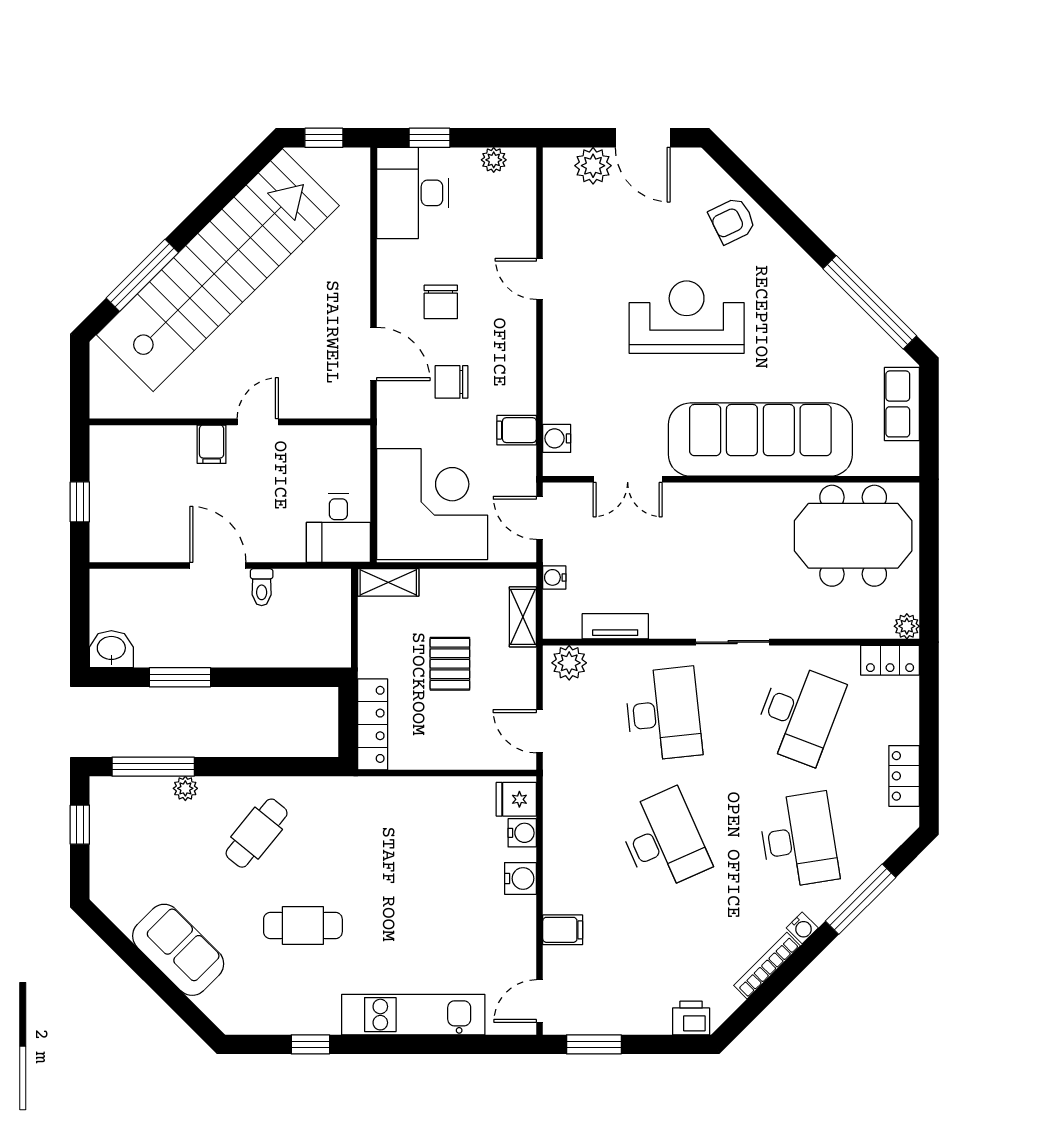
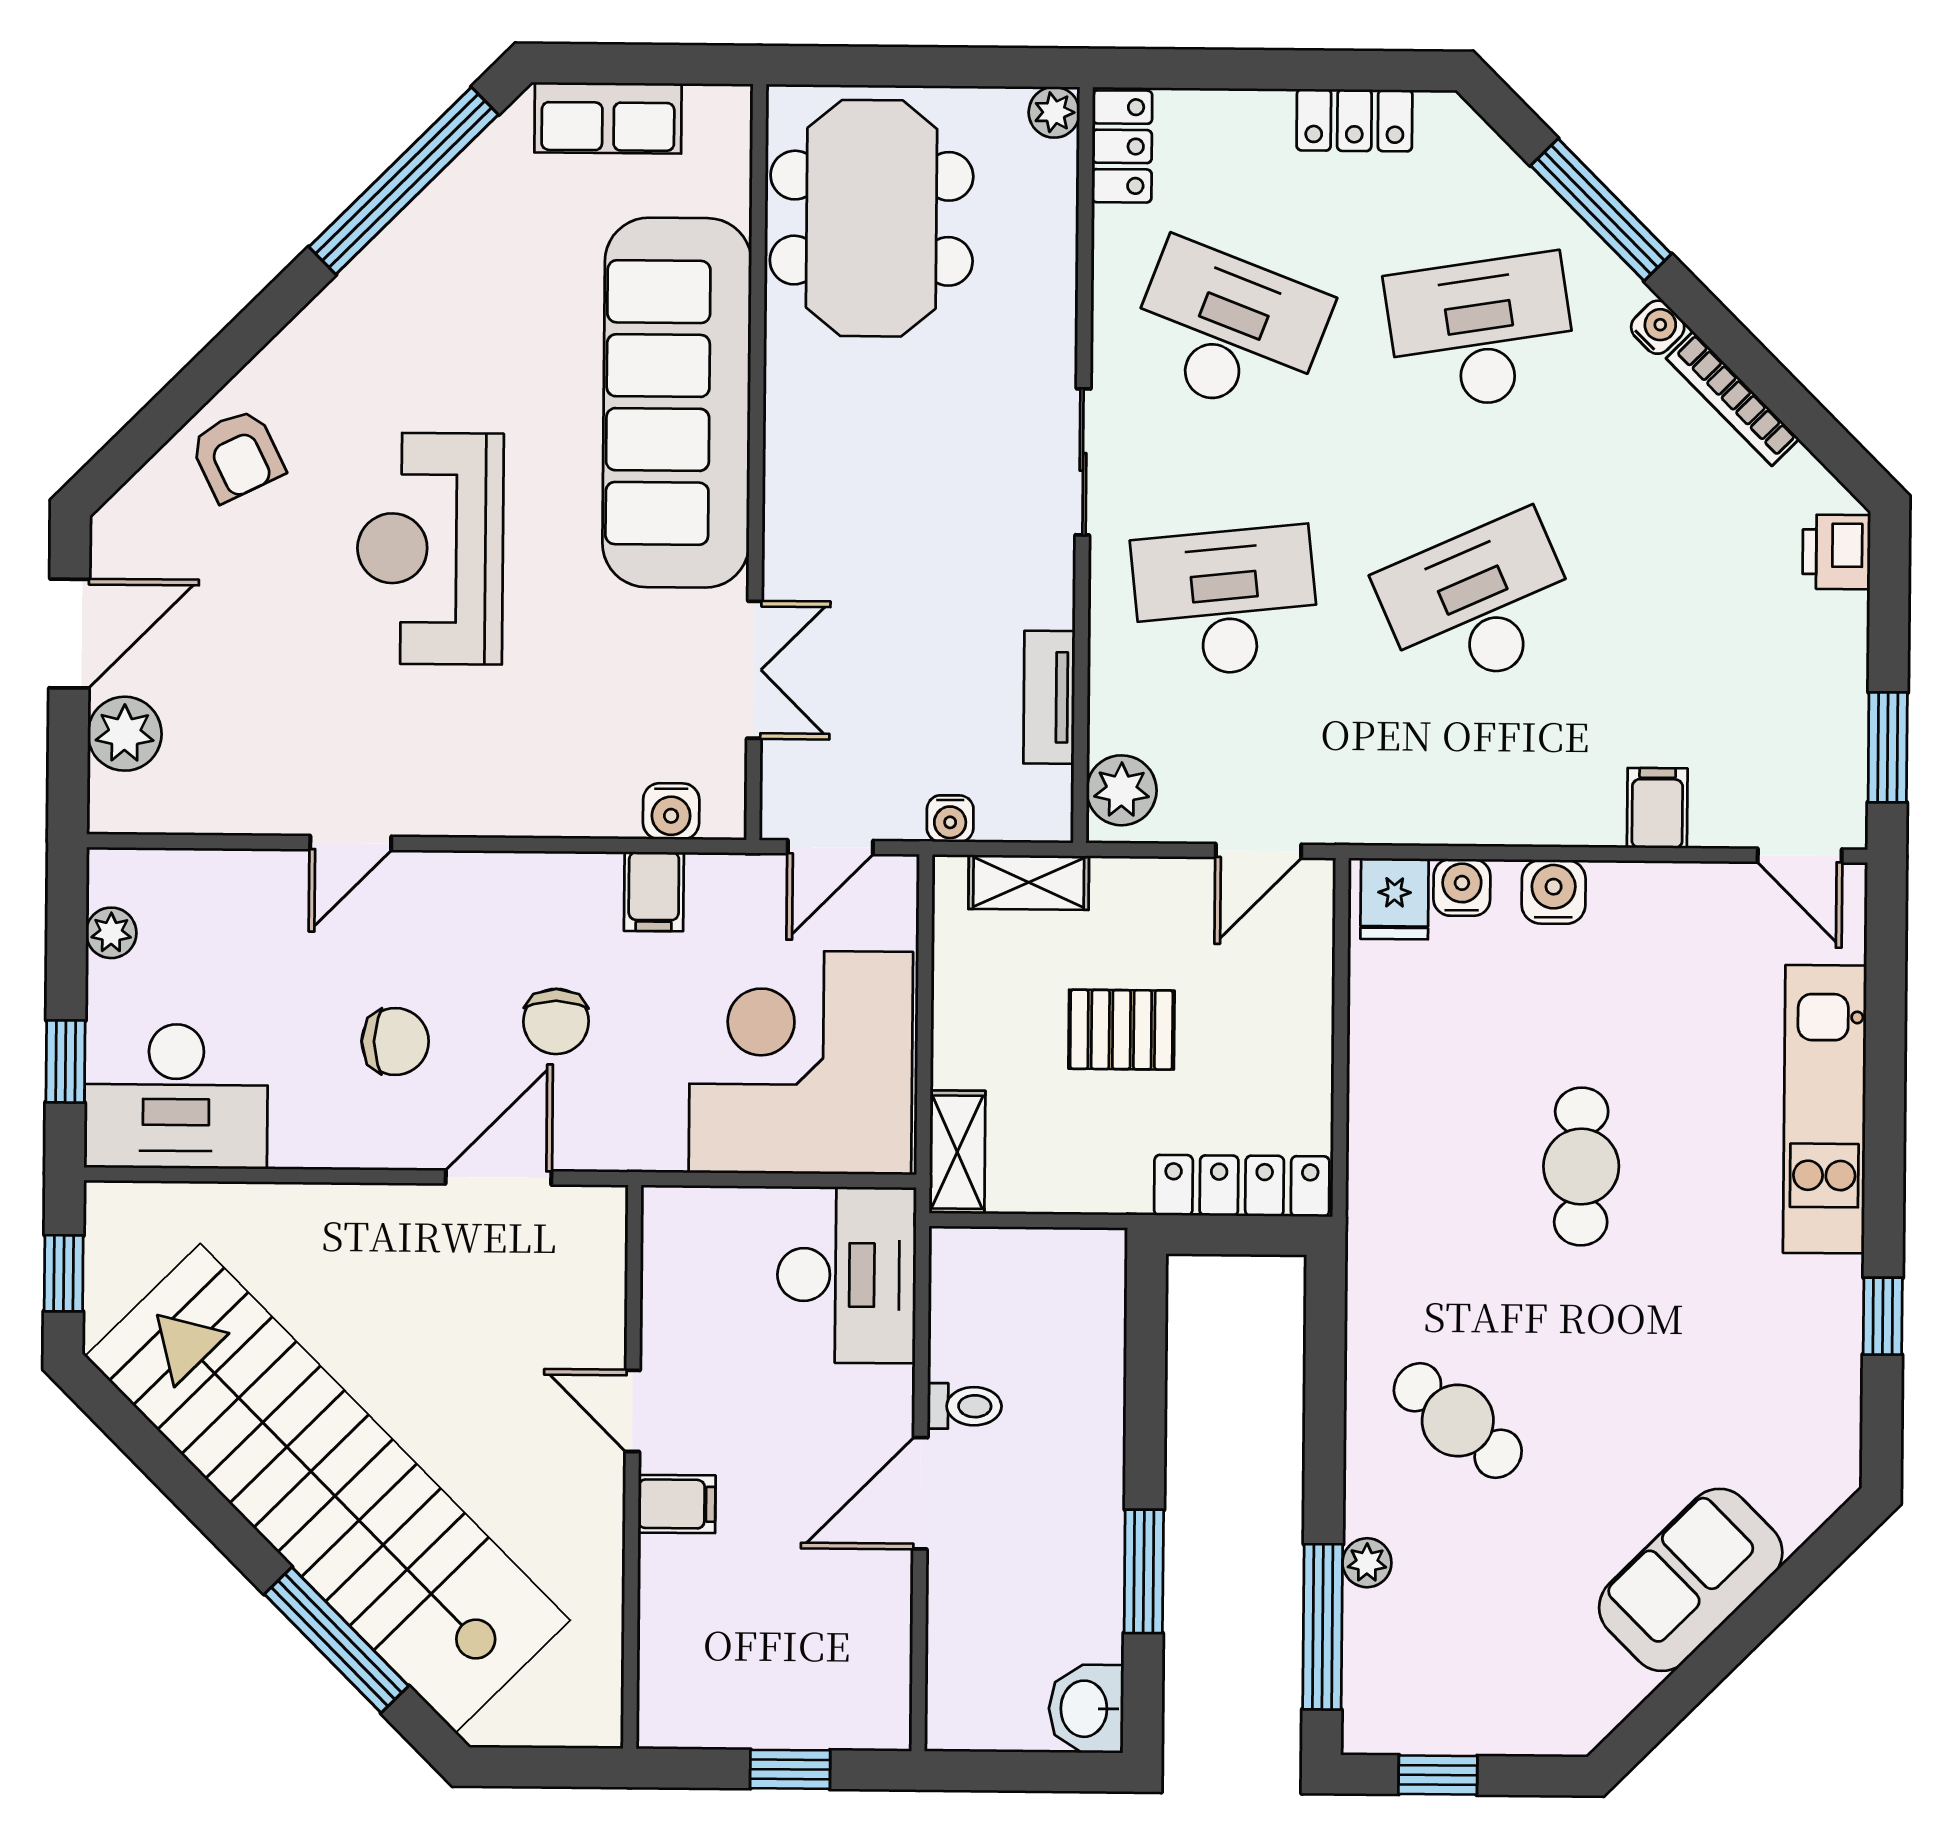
desk: (338, 528) -> (847, 1275), width x1.37
cafe table: (303, 926) -> (1581, 1166), moved

